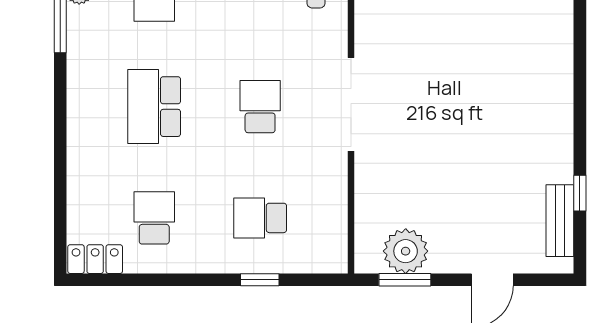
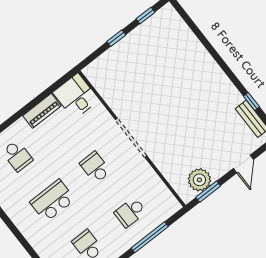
school desk: (154, 107) -> (52, 201), turned 90
window: (260, 280) -> (150, 237), width x2.17

